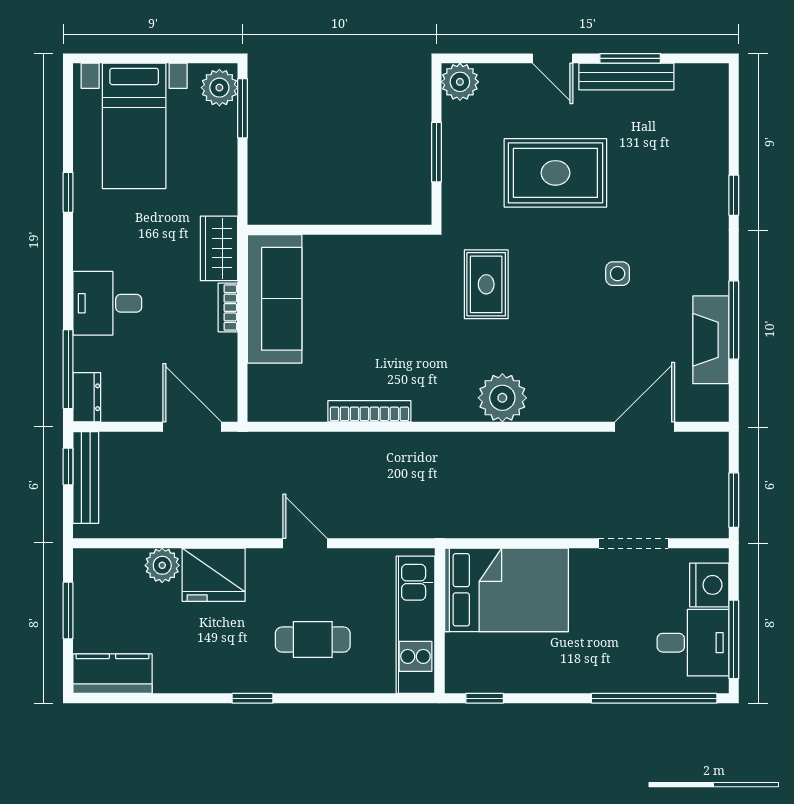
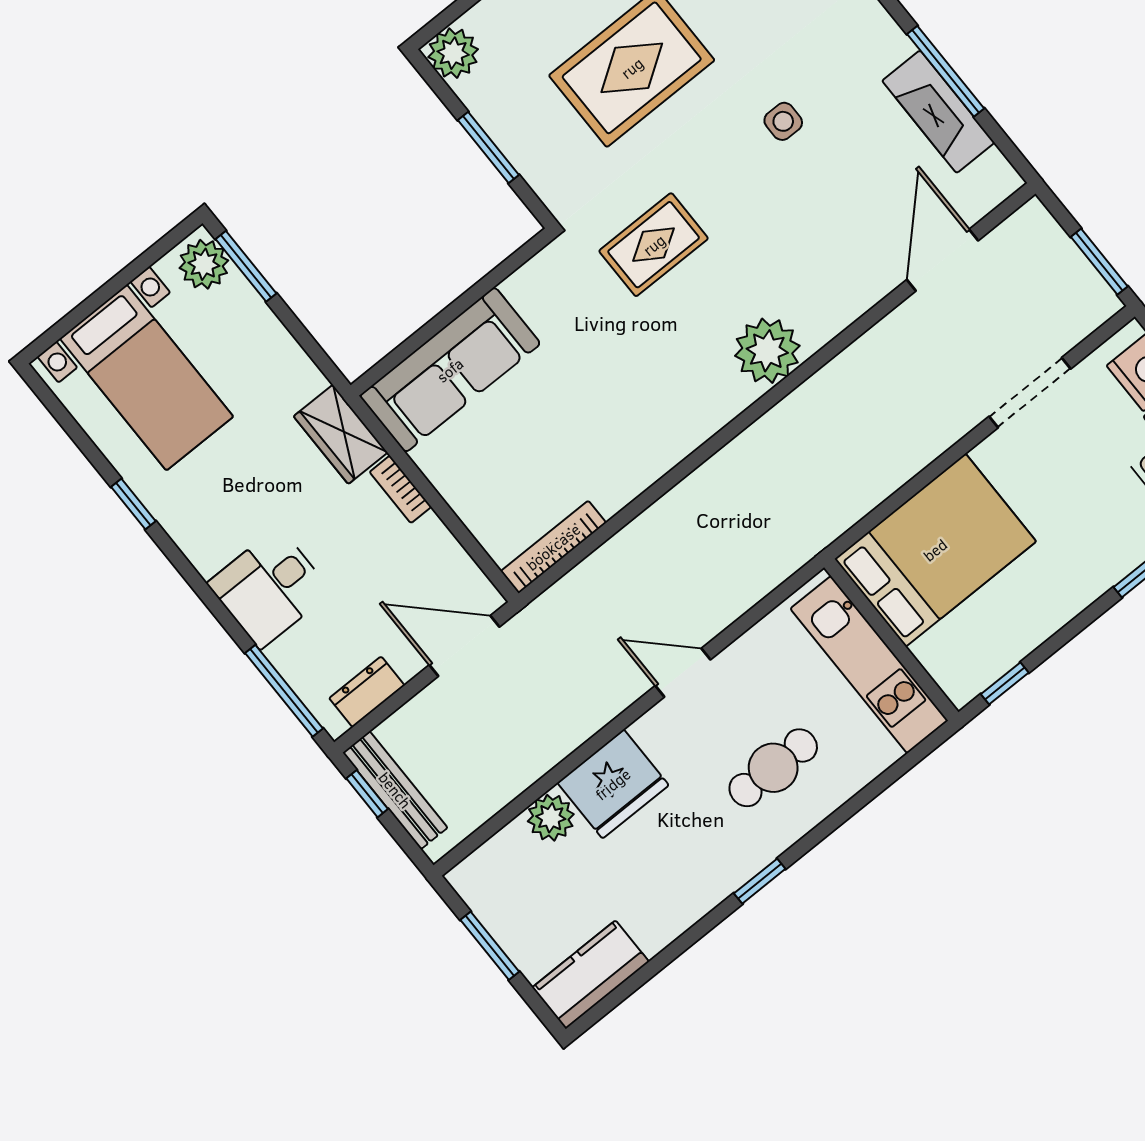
rug: (486, 284) -> (654, 245), turned 90
sofa: (275, 299) -> (450, 370), moved, turned 90
dresser: (87, 397) -> (367, 692), moved, turned -90
bookcase: (369, 411) -> (553, 547), moved

